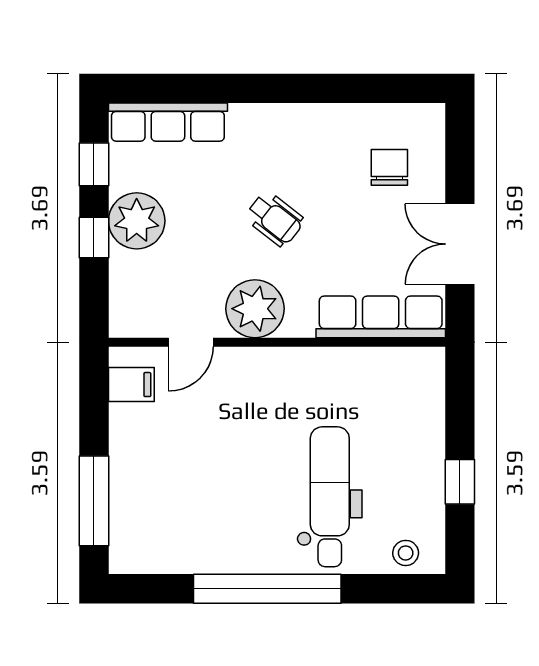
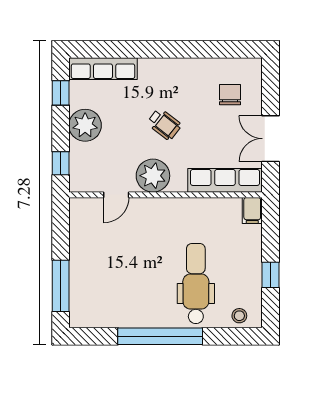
window: (94, 237) -> (61, 163), moved
filing cabinet: (131, 385) -> (252, 210), moved, turned 90

